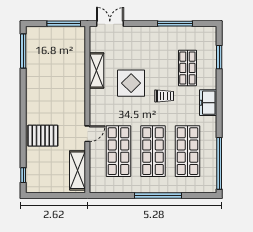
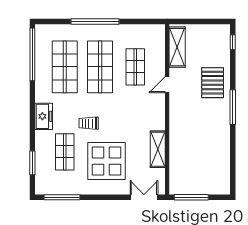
double door: (110, 24) -> (144, 197), swing flipped
window: (175, 24) -> (62, 197), moved
window: (23, 51) -> (233, 107), moved
display table: (131, 83) -> (107, 161), moved, width x1.36, depth x1.36
pallet: (43, 136) -> (213, 83), turned 90
shop shelf: (118, 151) -> (135, 67), width x0.70, depth x0.74

